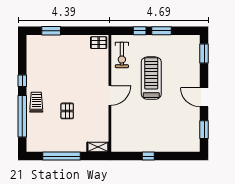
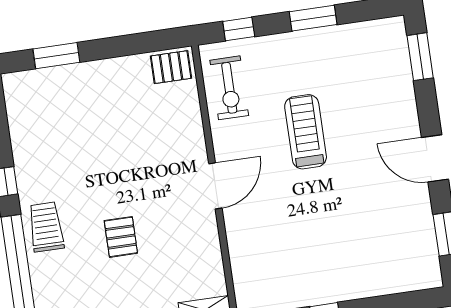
window: (140, 31) -> (239, 29), moved
treadmill: (151, 78) -> (306, 132), width x0.73, depth x0.73

